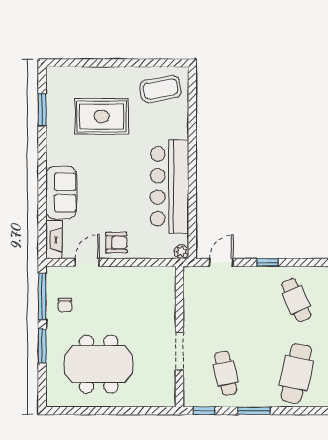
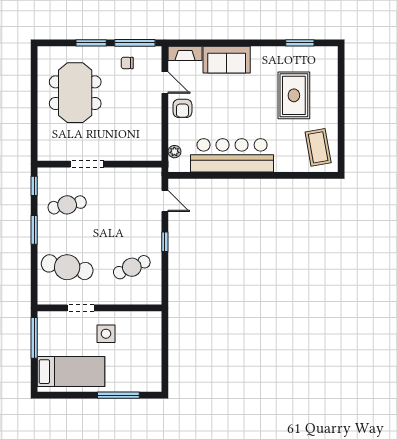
plant: (181, 252) -> (174, 152), moved

